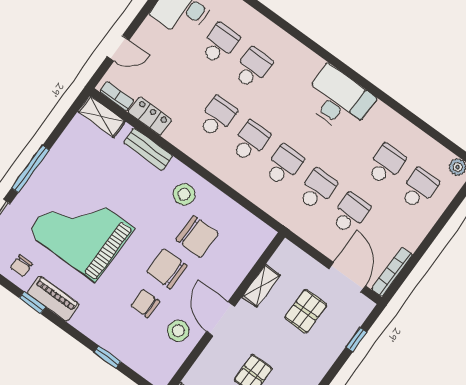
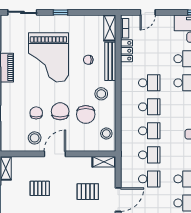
door: (118, 48) -> (148, 12), hinge flipped
bench: (148, 149) -> (110, 61), width x1.36
window: (30, 169) -> (60, 12), width x0.46
stool: (244, 227) -> (106, 134), added
grand piano: (81, 231) -> (48, 57), turned 180
chair: (21, 266) -> (88, 60), moved
shelving: (261, 286) -> (104, 162), moved

